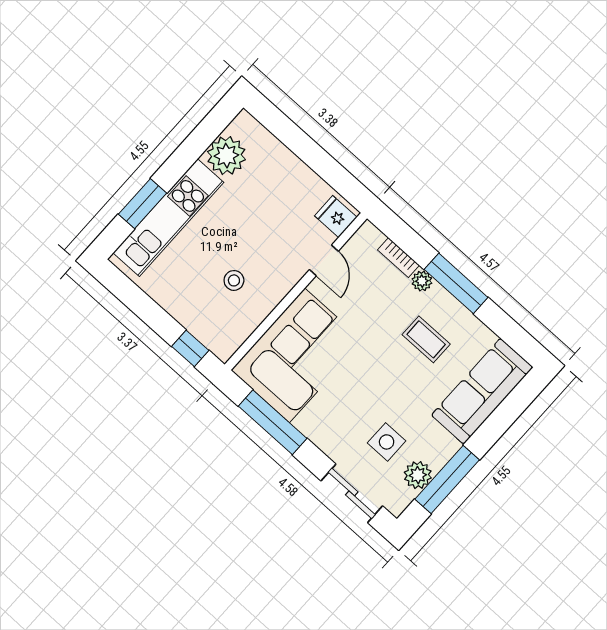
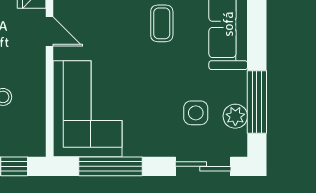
coffee table: (426, 339) -> (162, 23), turned 90

